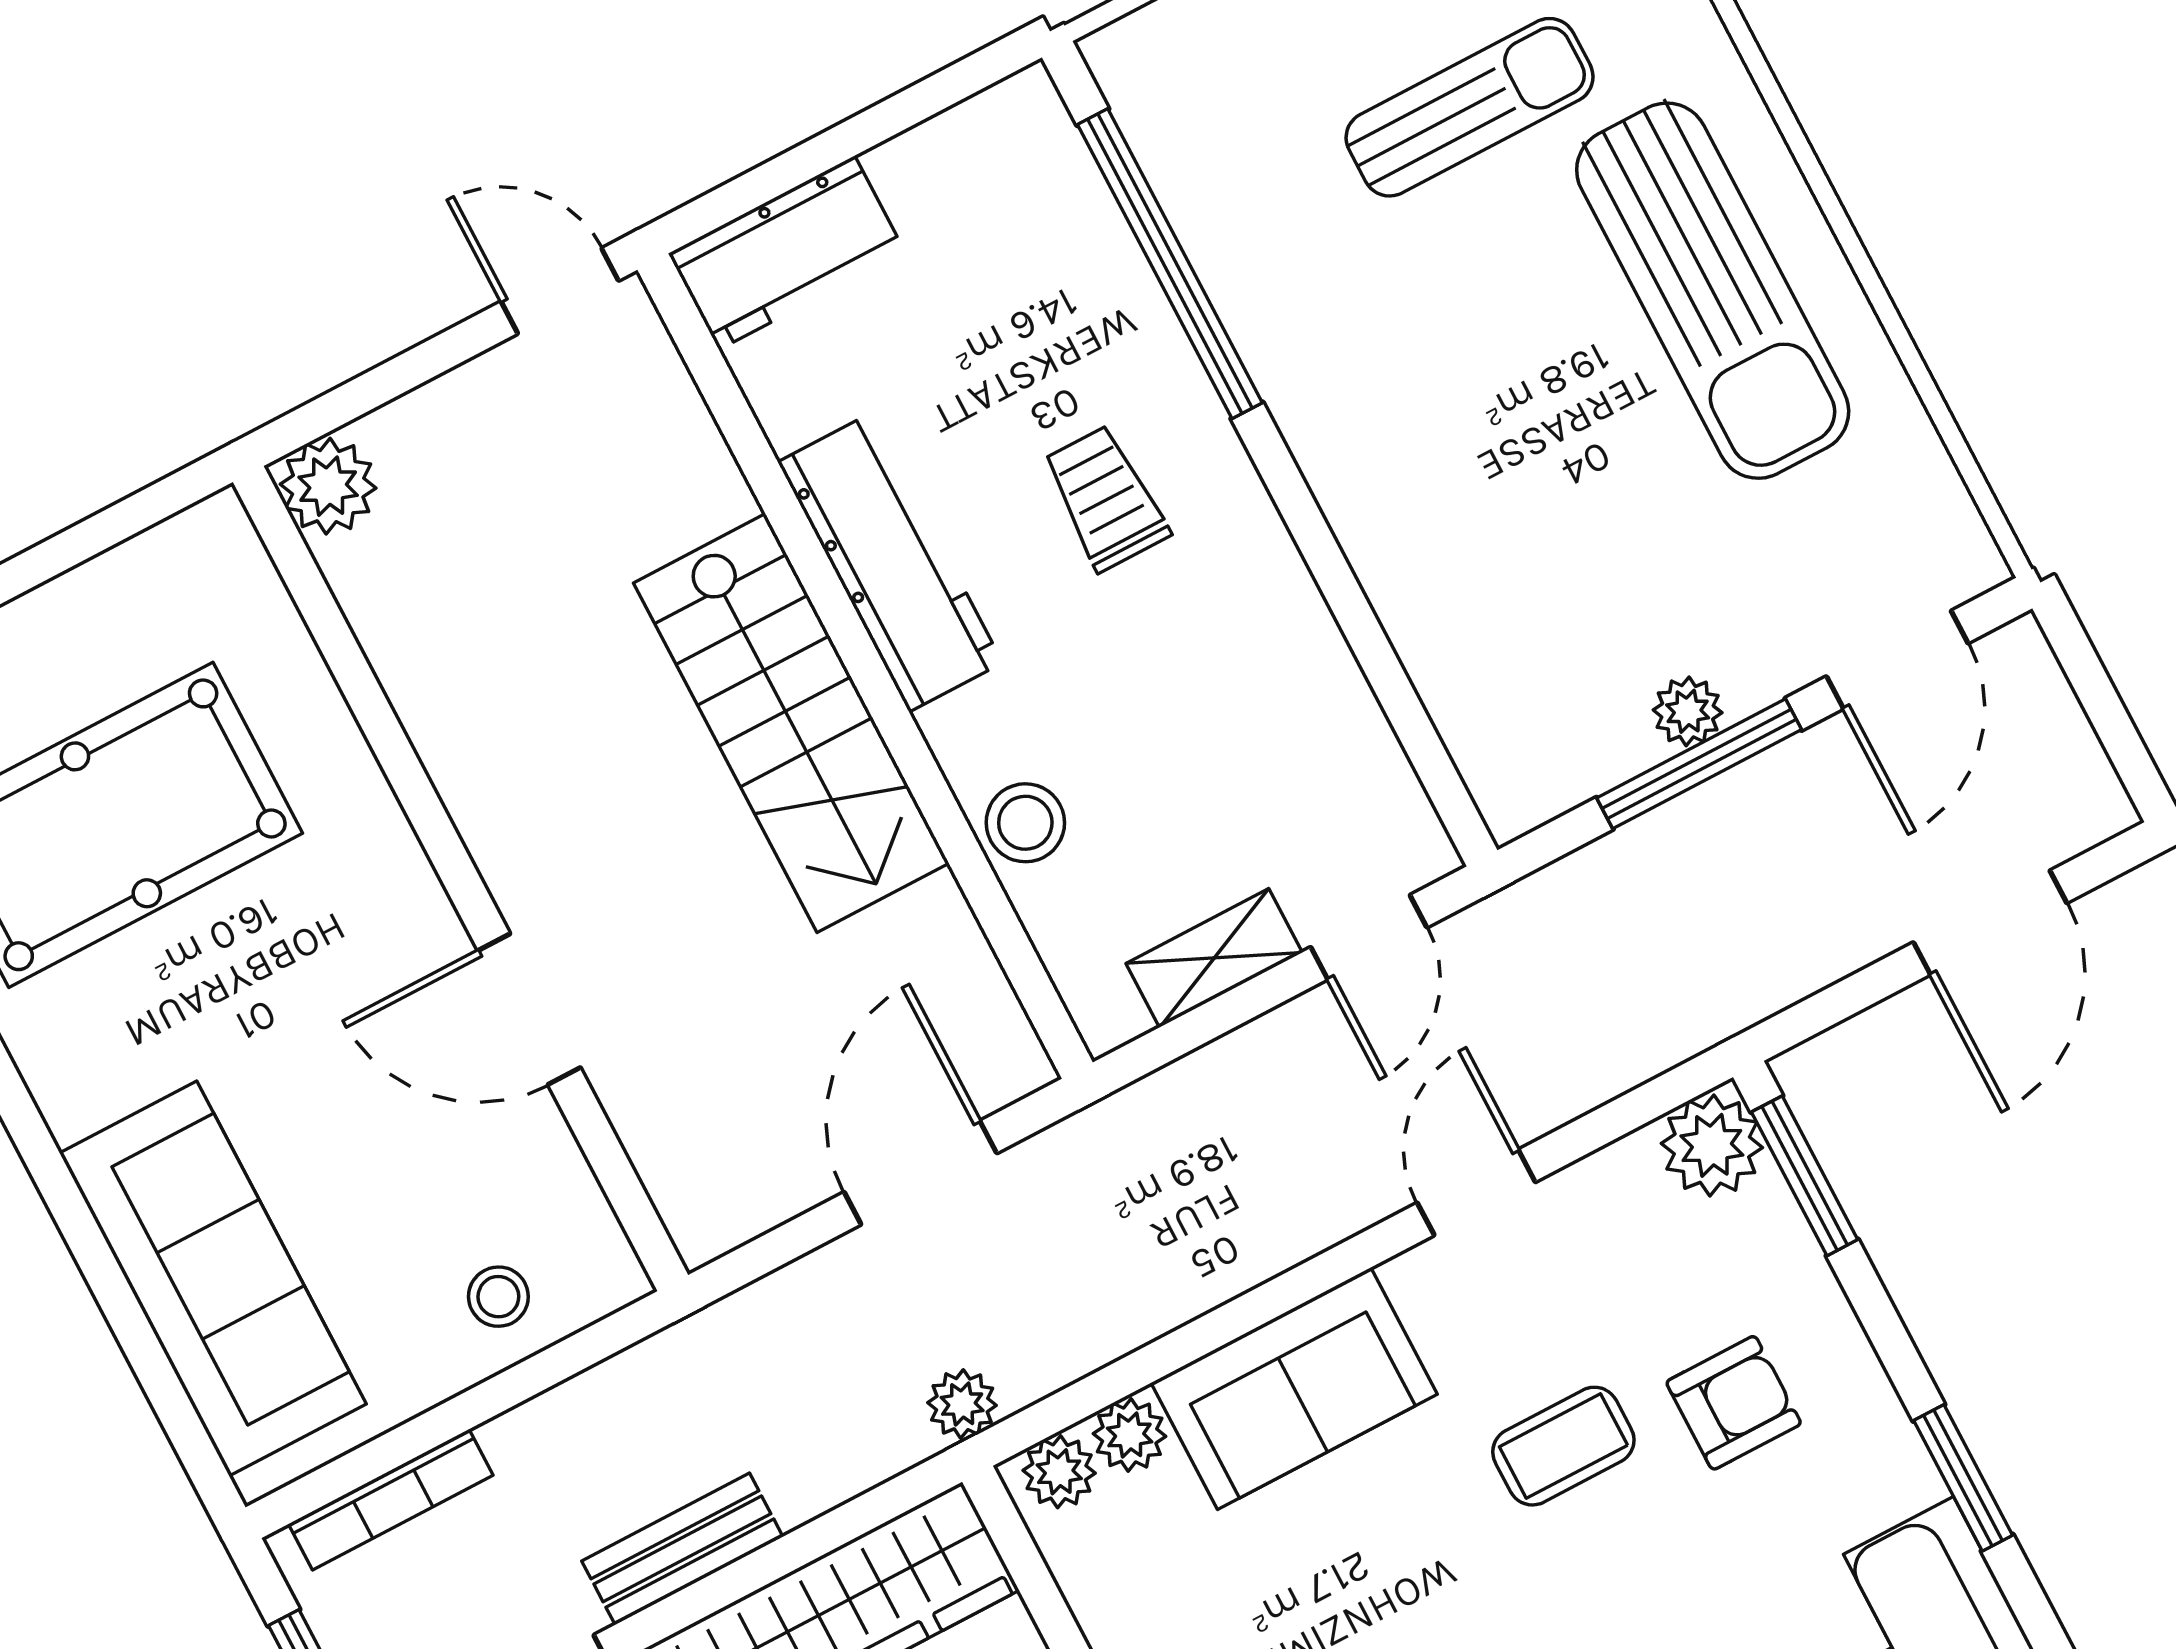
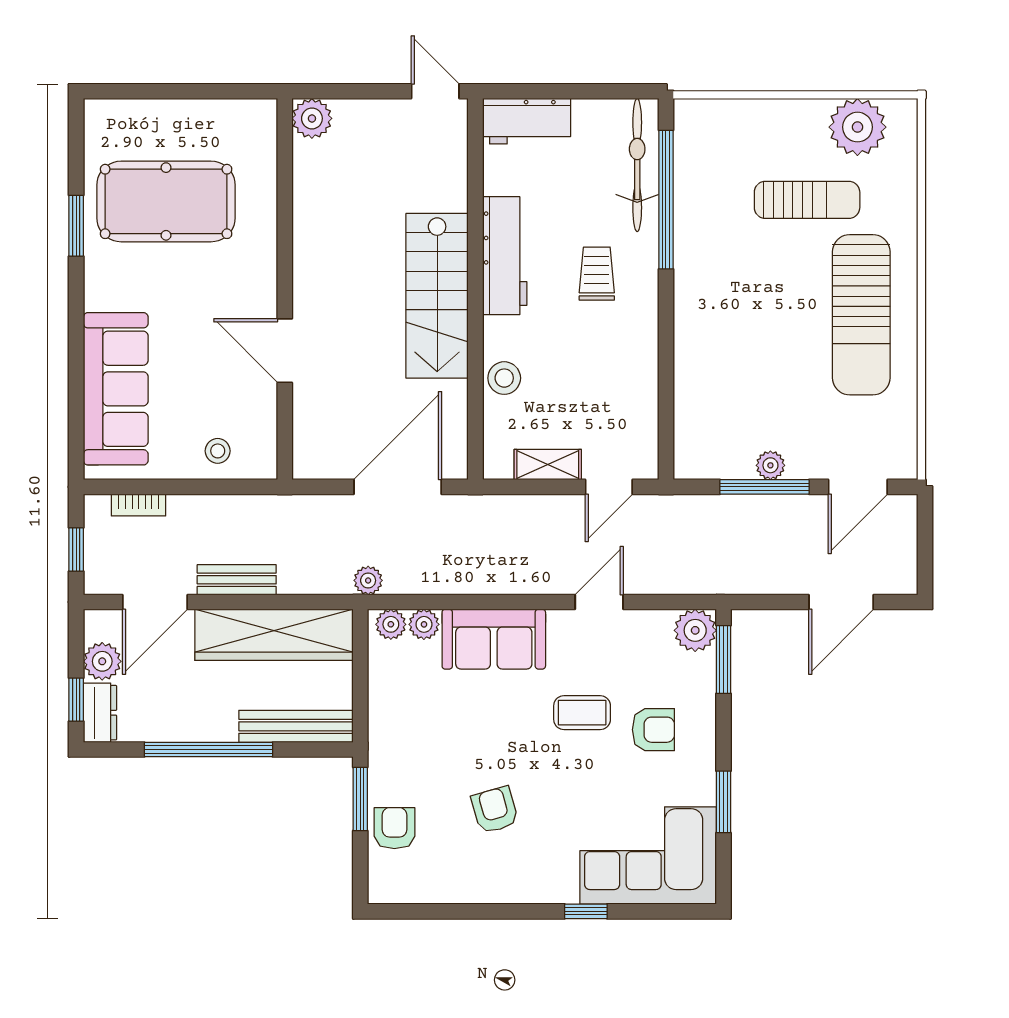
bicycle: (1070, 223) -> (637, 165), added
door: (920, 1173) -> (398, 487), width x1.36
bookcase: (391, 1500) -> (139, 505), width x0.64

